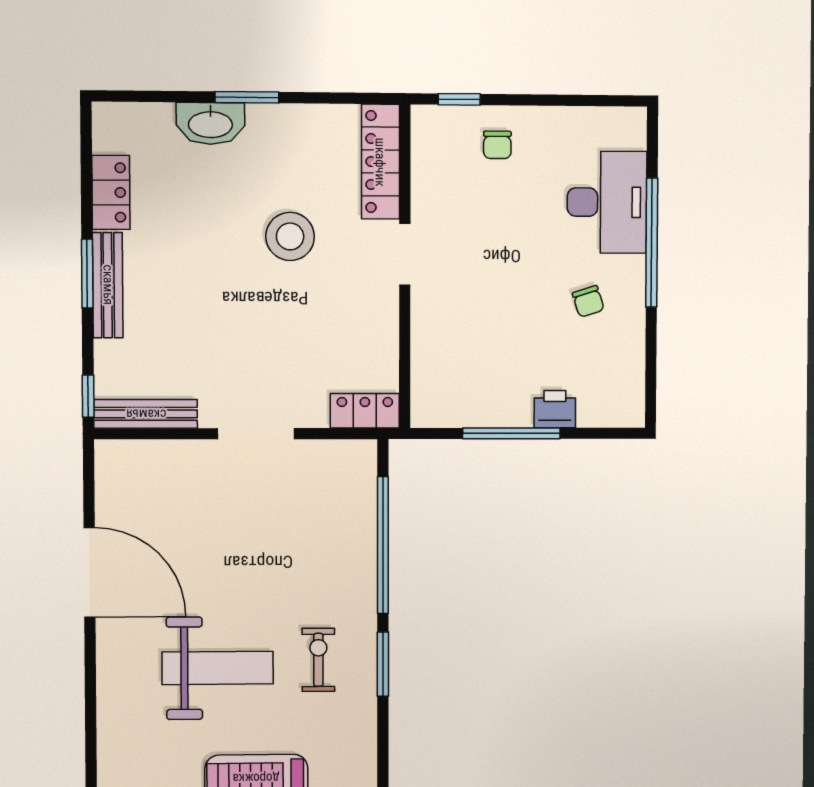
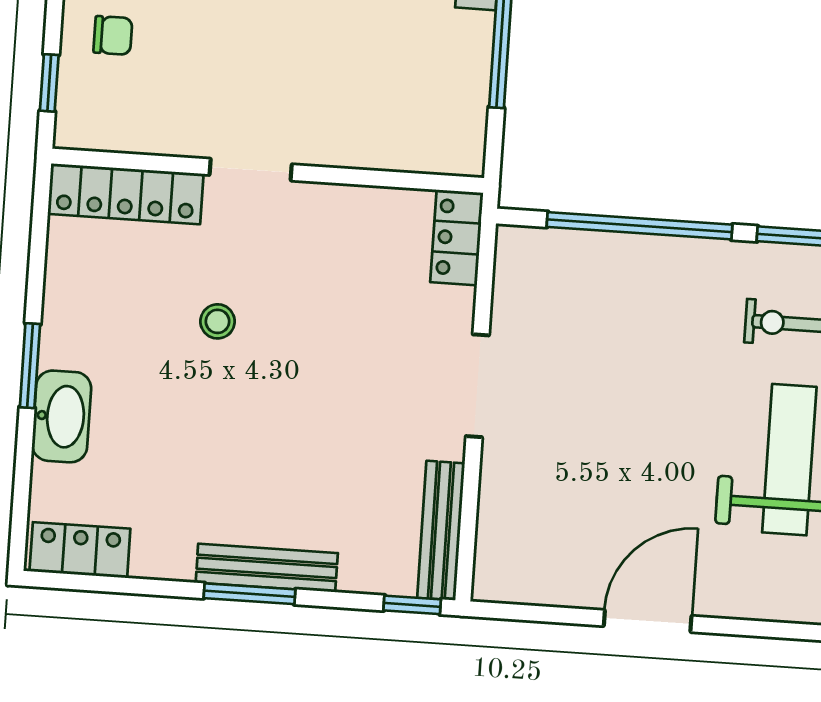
locker: (111, 192) -> (80, 550), moved
stool: (290, 236) -> (218, 321), width x0.53, depth x0.53
door: (89, 572) -> (648, 621), width x0.73

